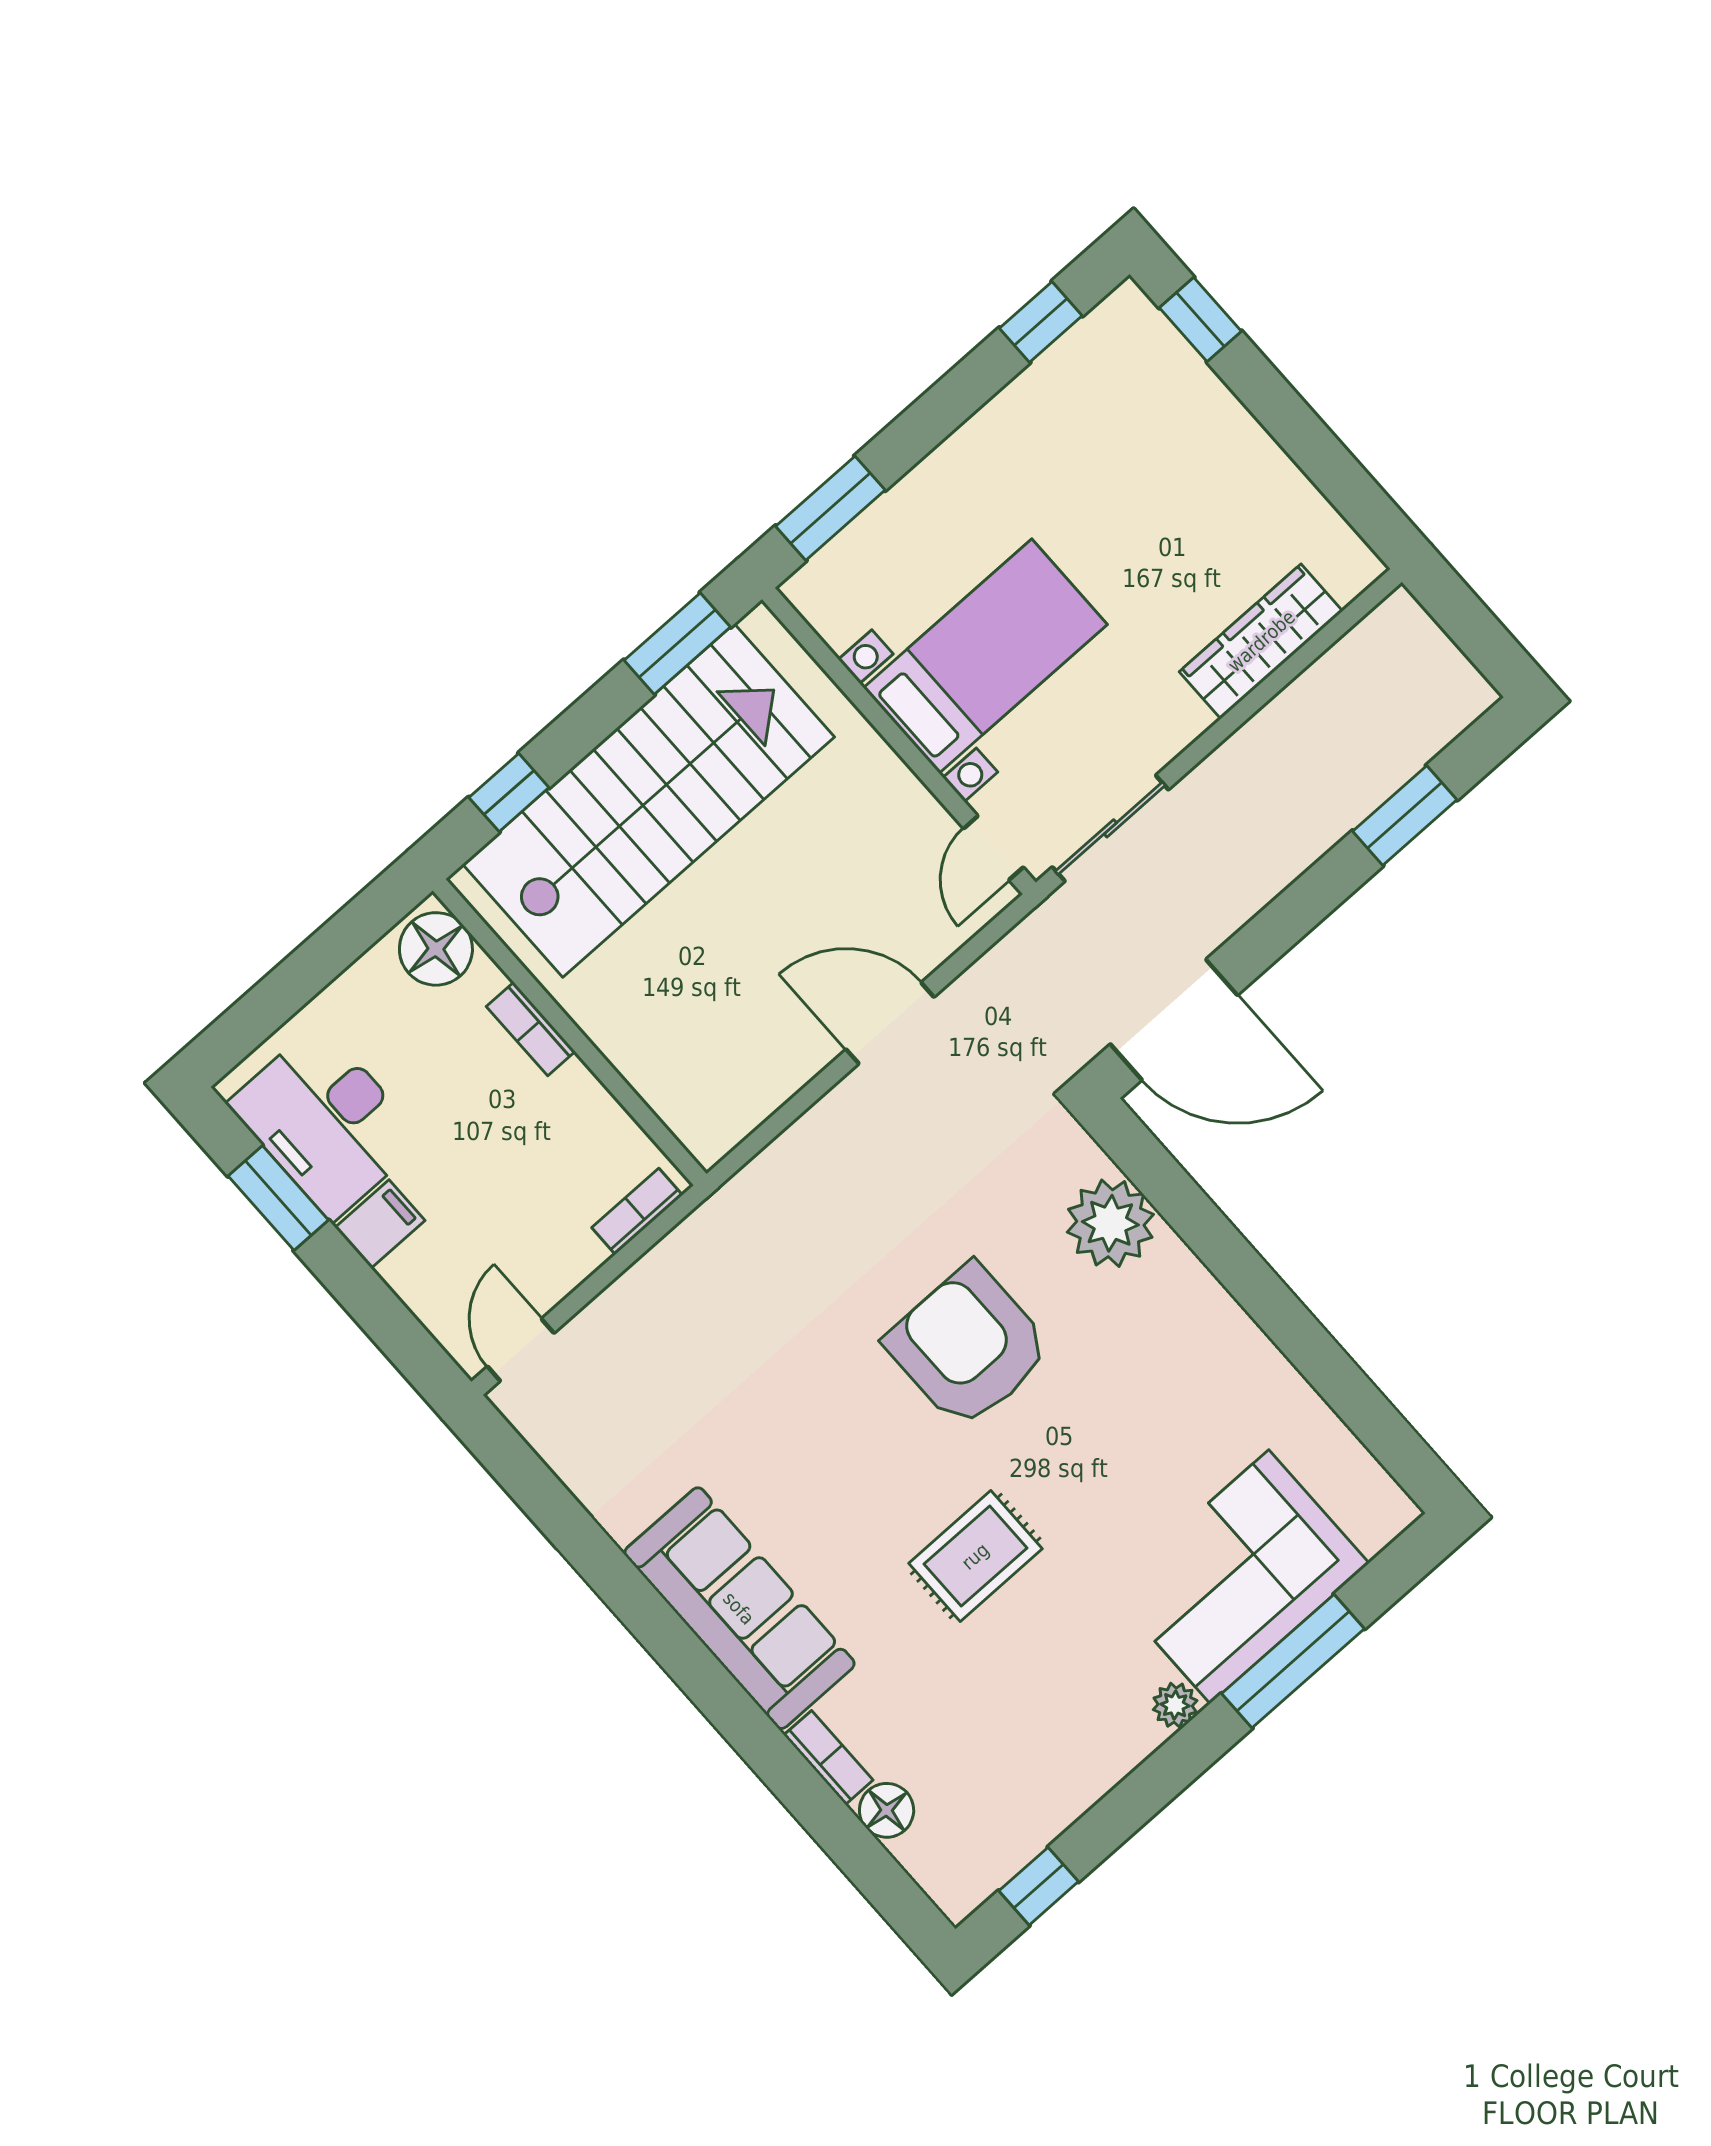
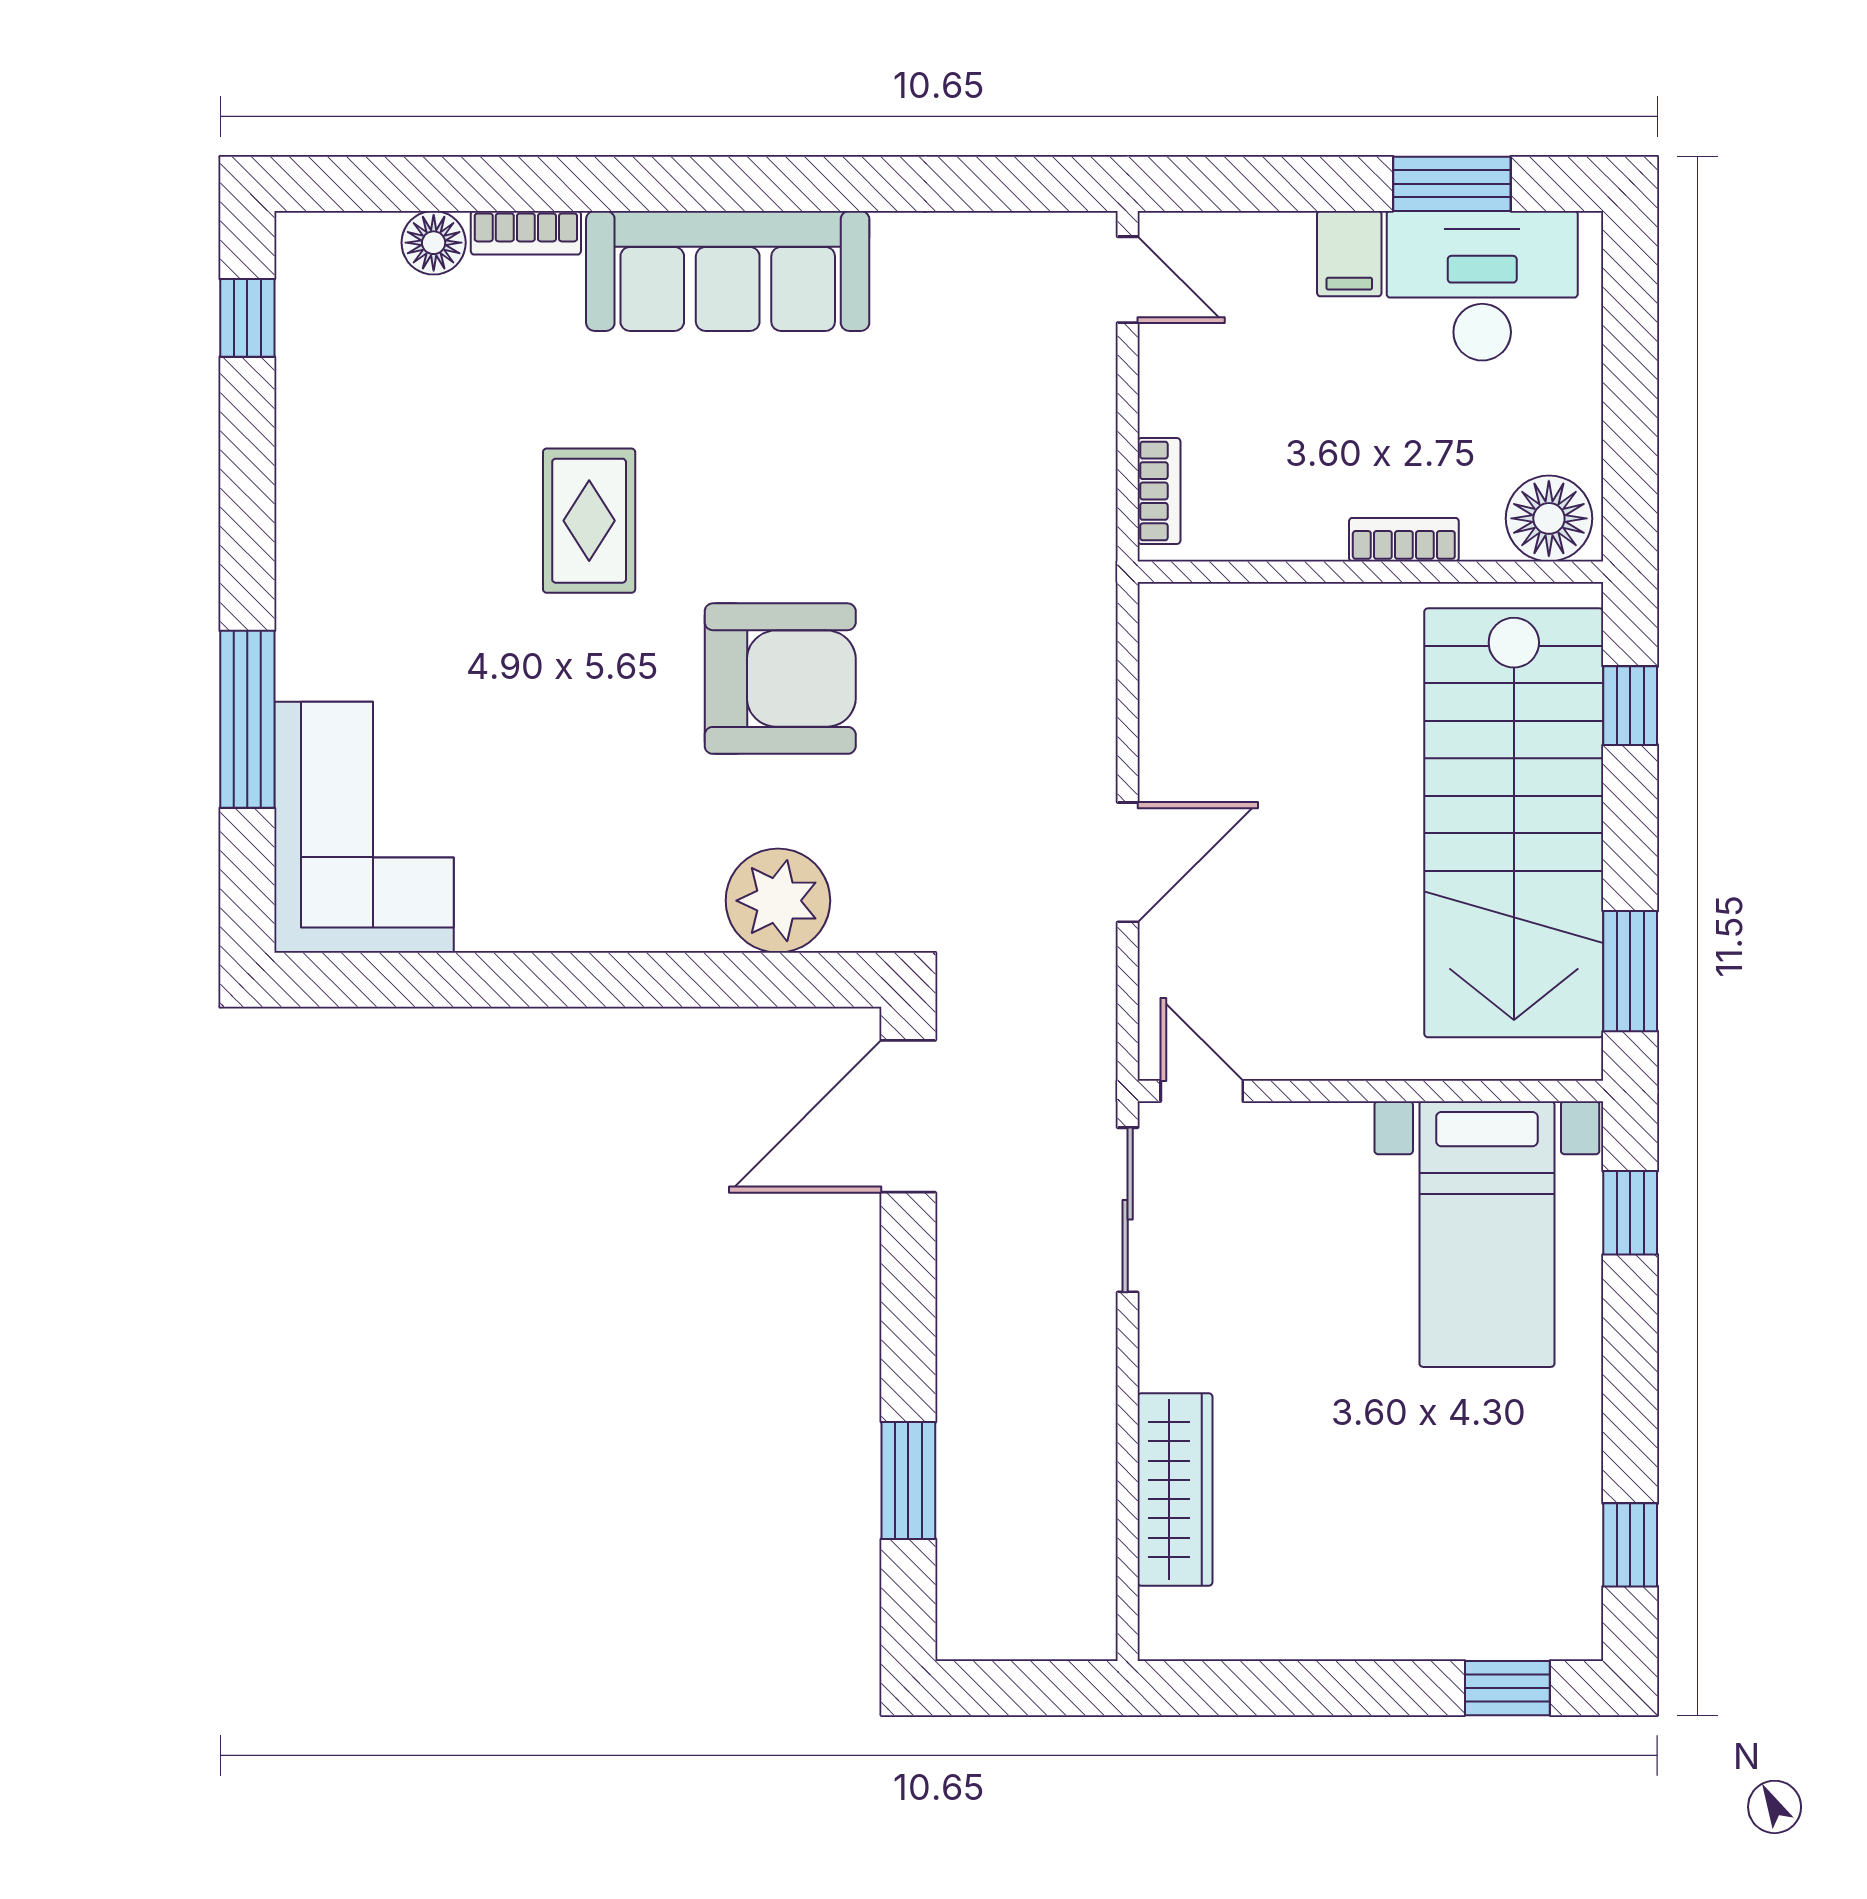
window: (830, 508) -> (1630, 1213), width x0.67
bed with nightstands: (985, 656) -> (1487, 1234), moved
corner sofa: (1239, 1577) -> (364, 827), moved
plant: (1175, 1705) -> (301, 581), removed

